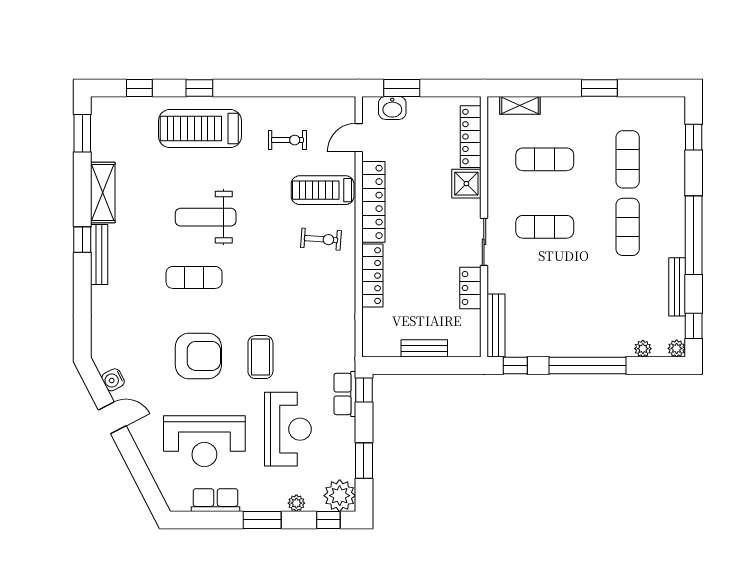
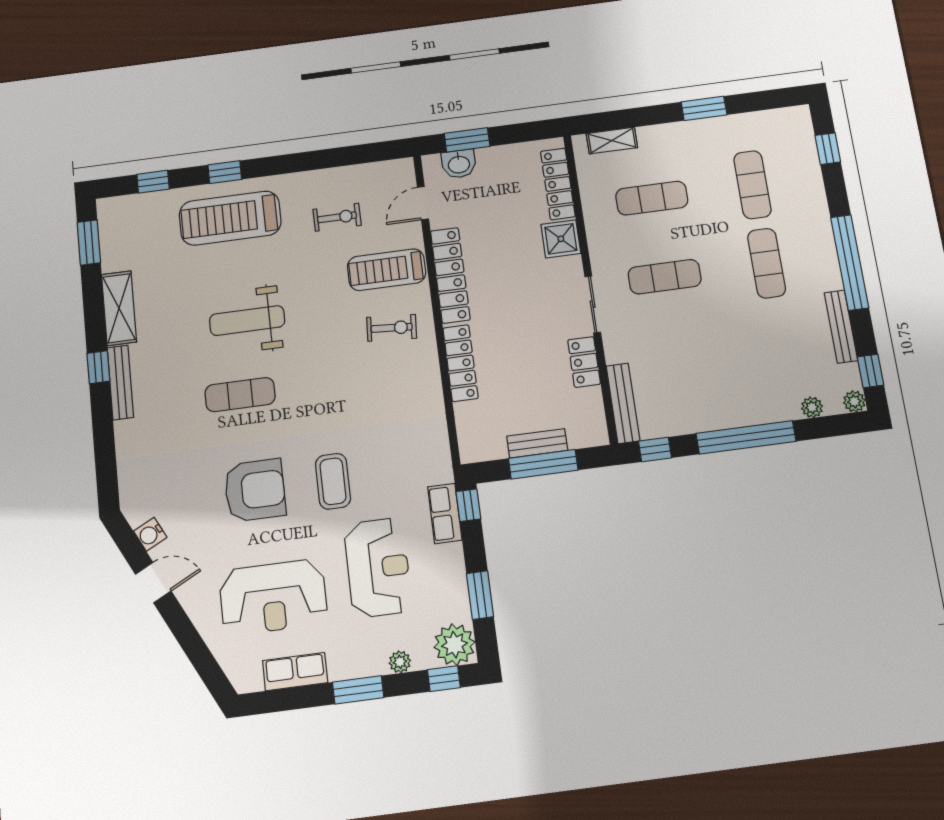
window: (427, 366) -> (543, 464), added

